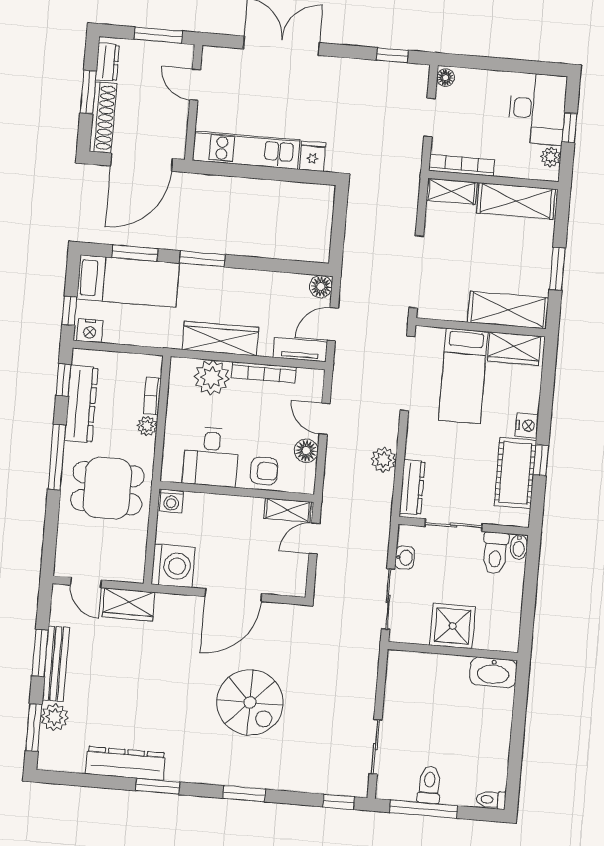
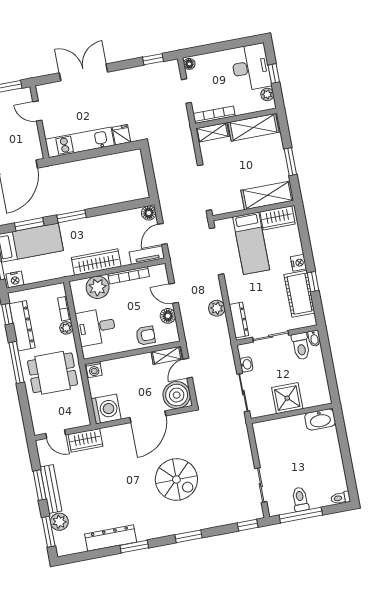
desk: (211, 457) -> (96, 327), moved, turned 90
boiler: (286, 574) -> (177, 395), added

